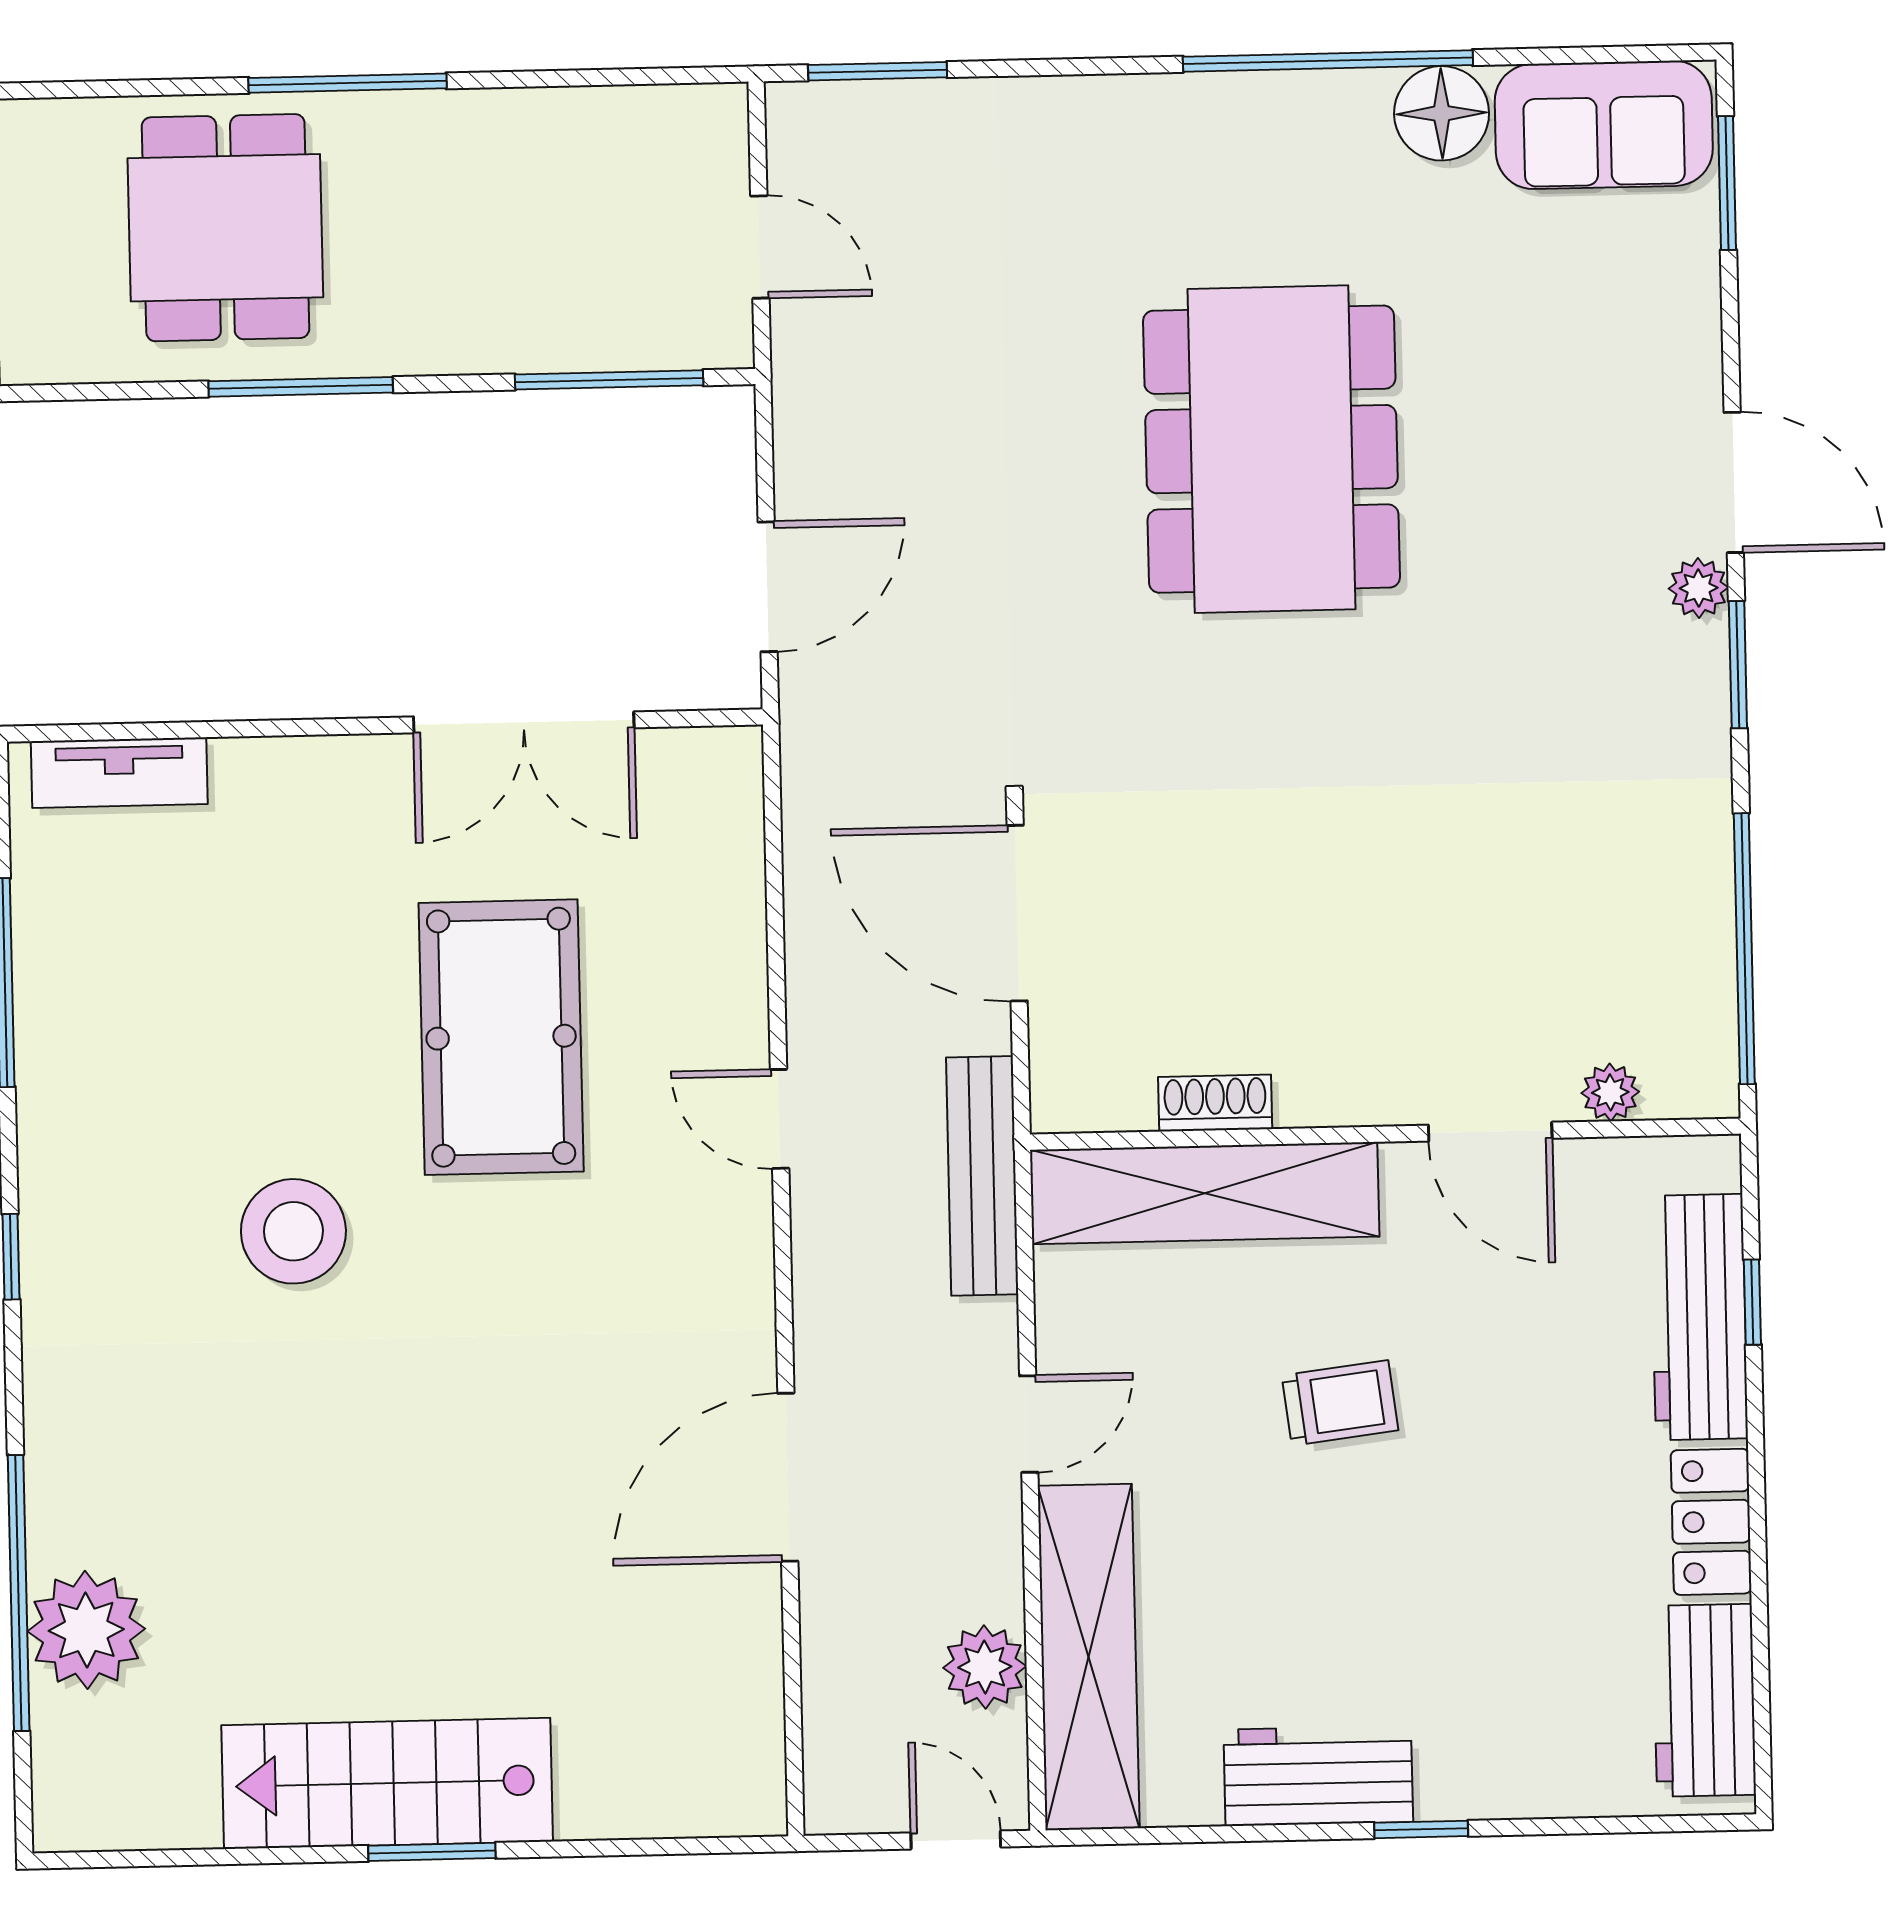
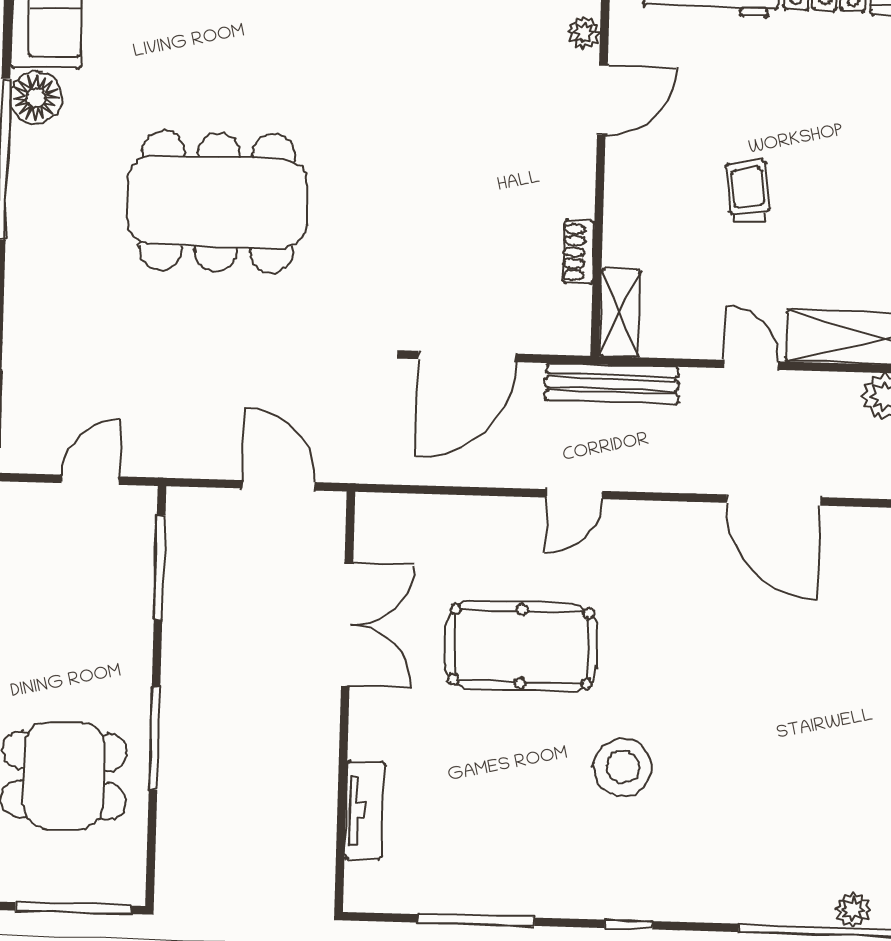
tv unit: (119, 773) -> (364, 810), moved
shelving: (1205, 1193) -> (620, 313), width x0.45, depth x0.75
plant: (86, 1630) -> (853, 909), width x0.53, depth x0.53

